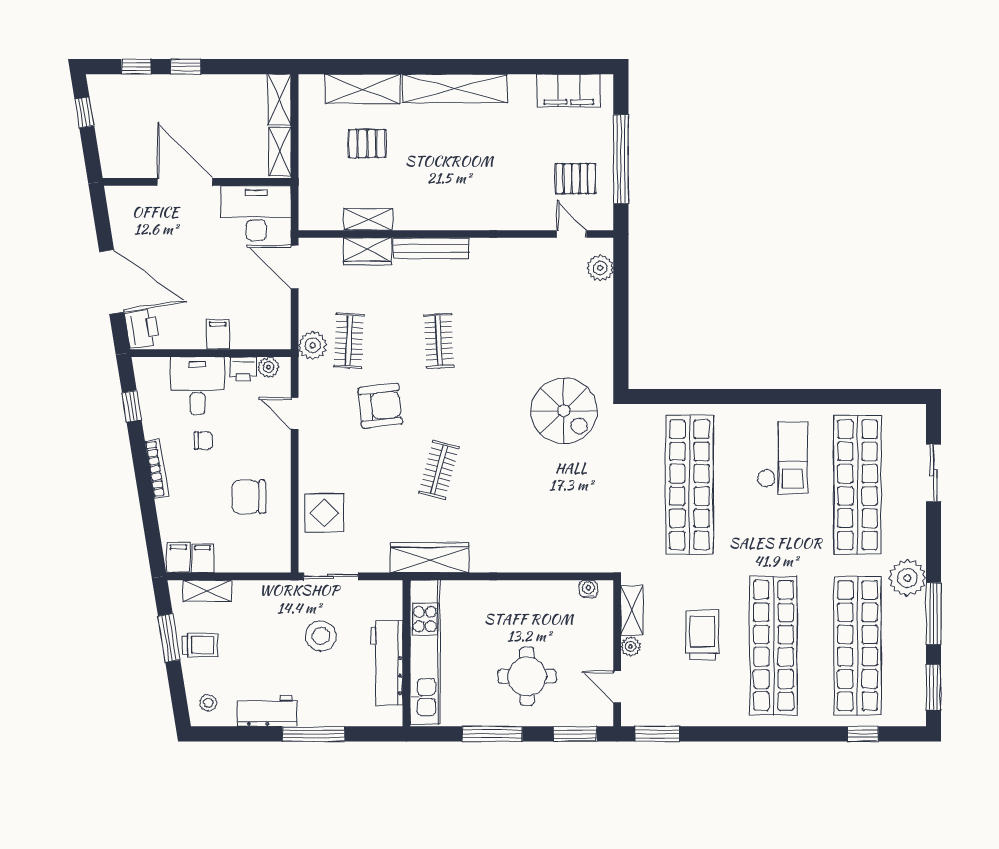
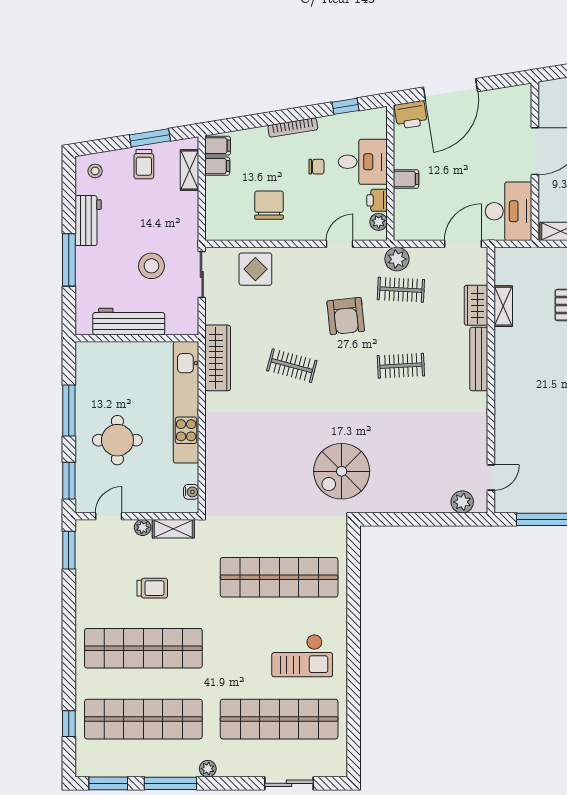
pallet: (576, 179) -> (538, 481), removed
chair: (203, 441) -> (316, 167), turned -90
plant: (908, 578) -> (208, 769), width x0.53, depth x0.53
trolley: (702, 635) -> (152, 588), width x0.73, depth x0.72
kitchen unit: (425, 652) -> (186, 402), moved, turned 90

